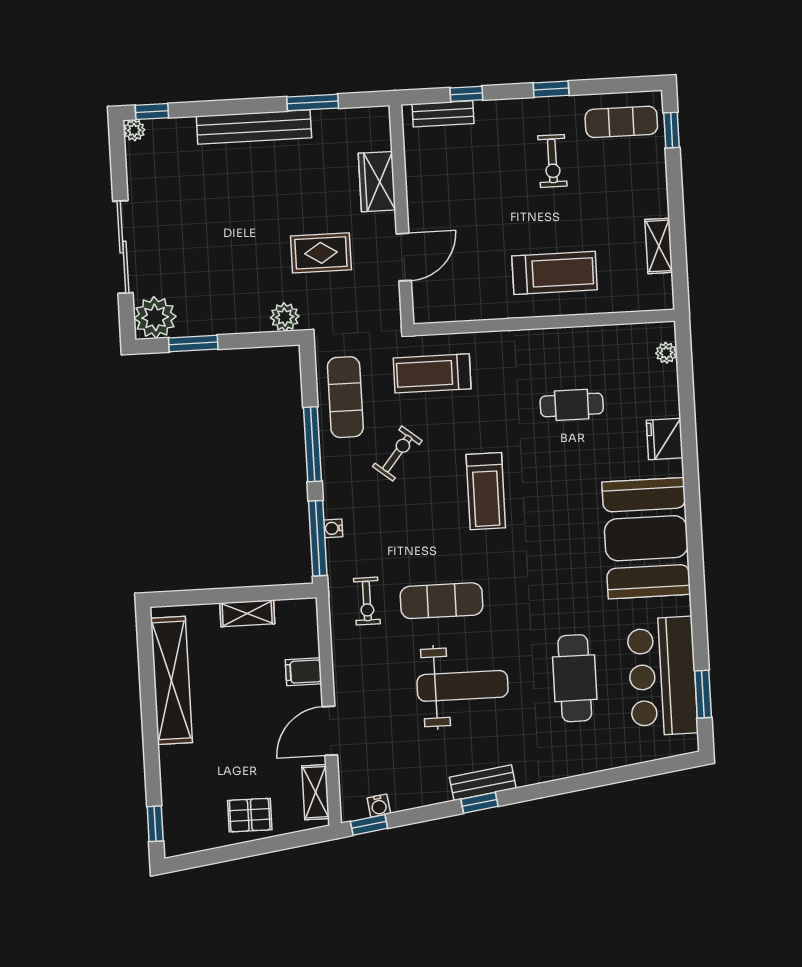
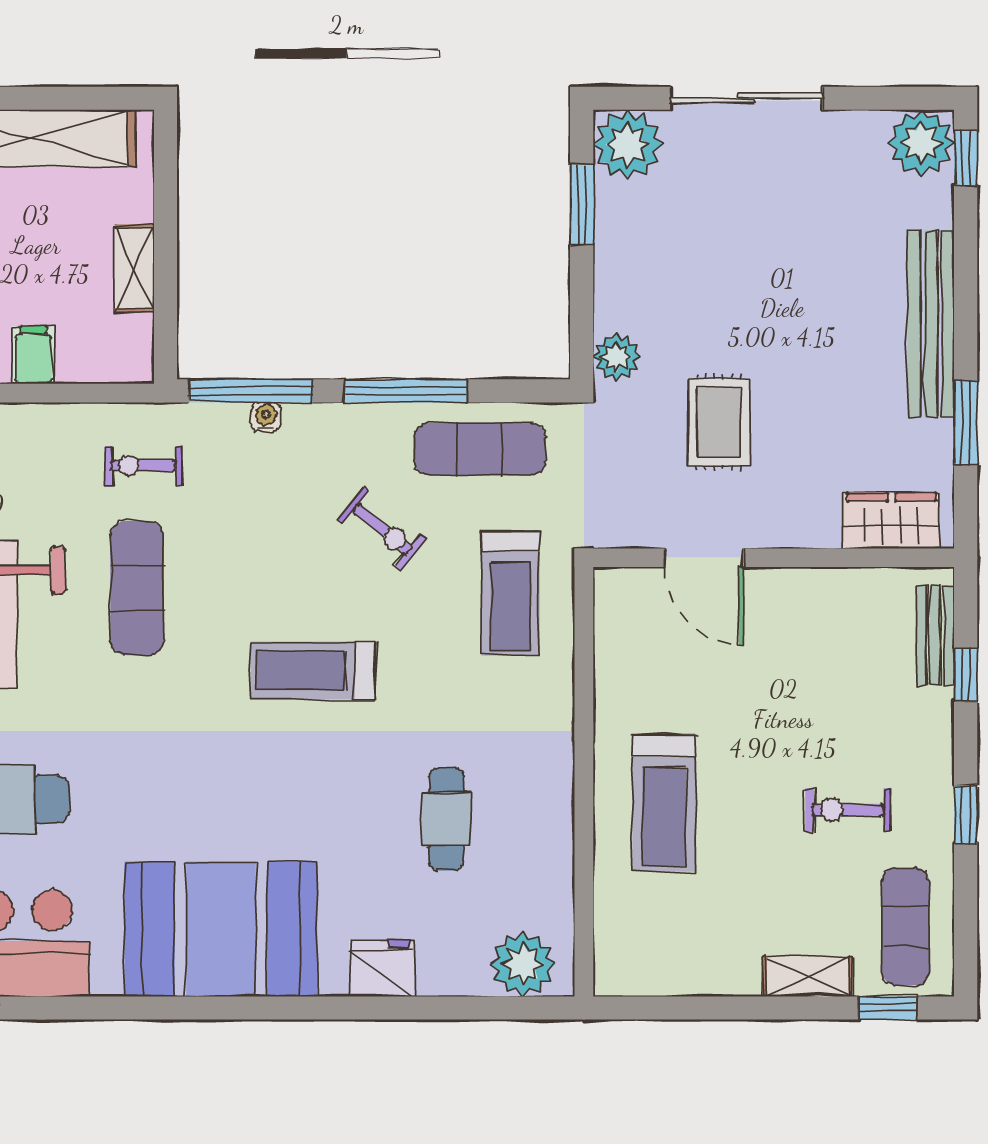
plant: (134, 130) -> (921, 143), width x1.88, depth x1.88
wardrobe: (377, 182) -> (892, 521), moved
shelving: (659, 246) -> (808, 976), moved
plant: (666, 353) -> (523, 964), width x1.87, depth x1.87
treadmill: (432, 373) -> (511, 593), turned 180

